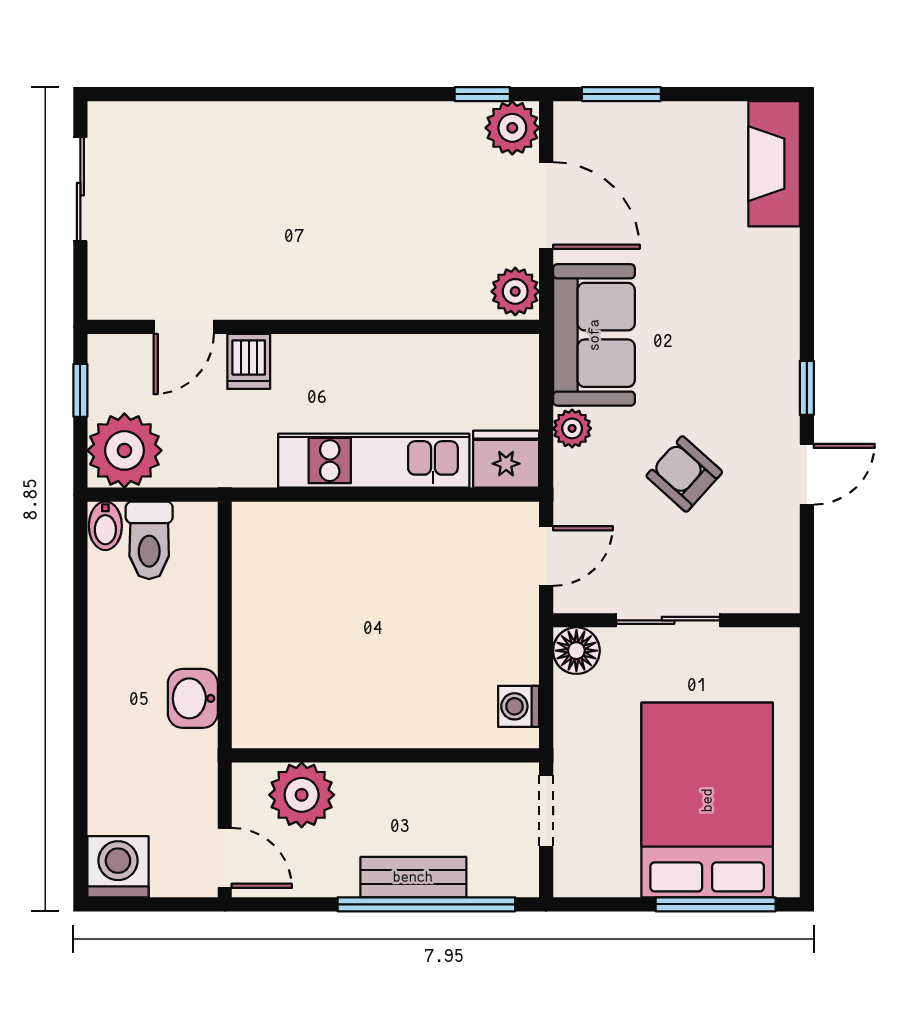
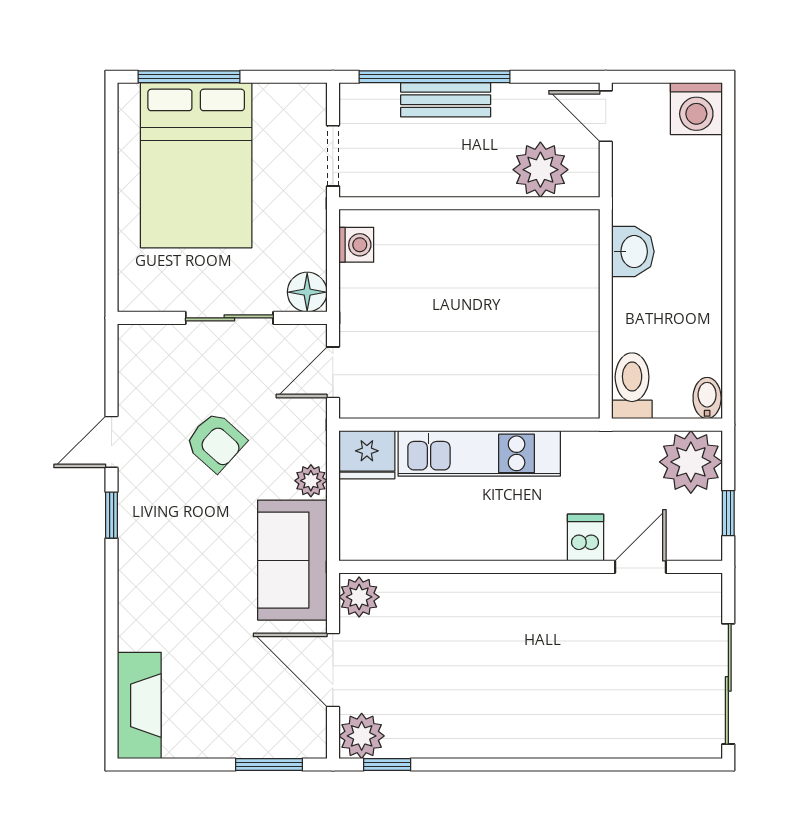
sliding door: (80, 189) -> (728, 684), width x1.37
toilet: (149, 540) -> (632, 386), moved

